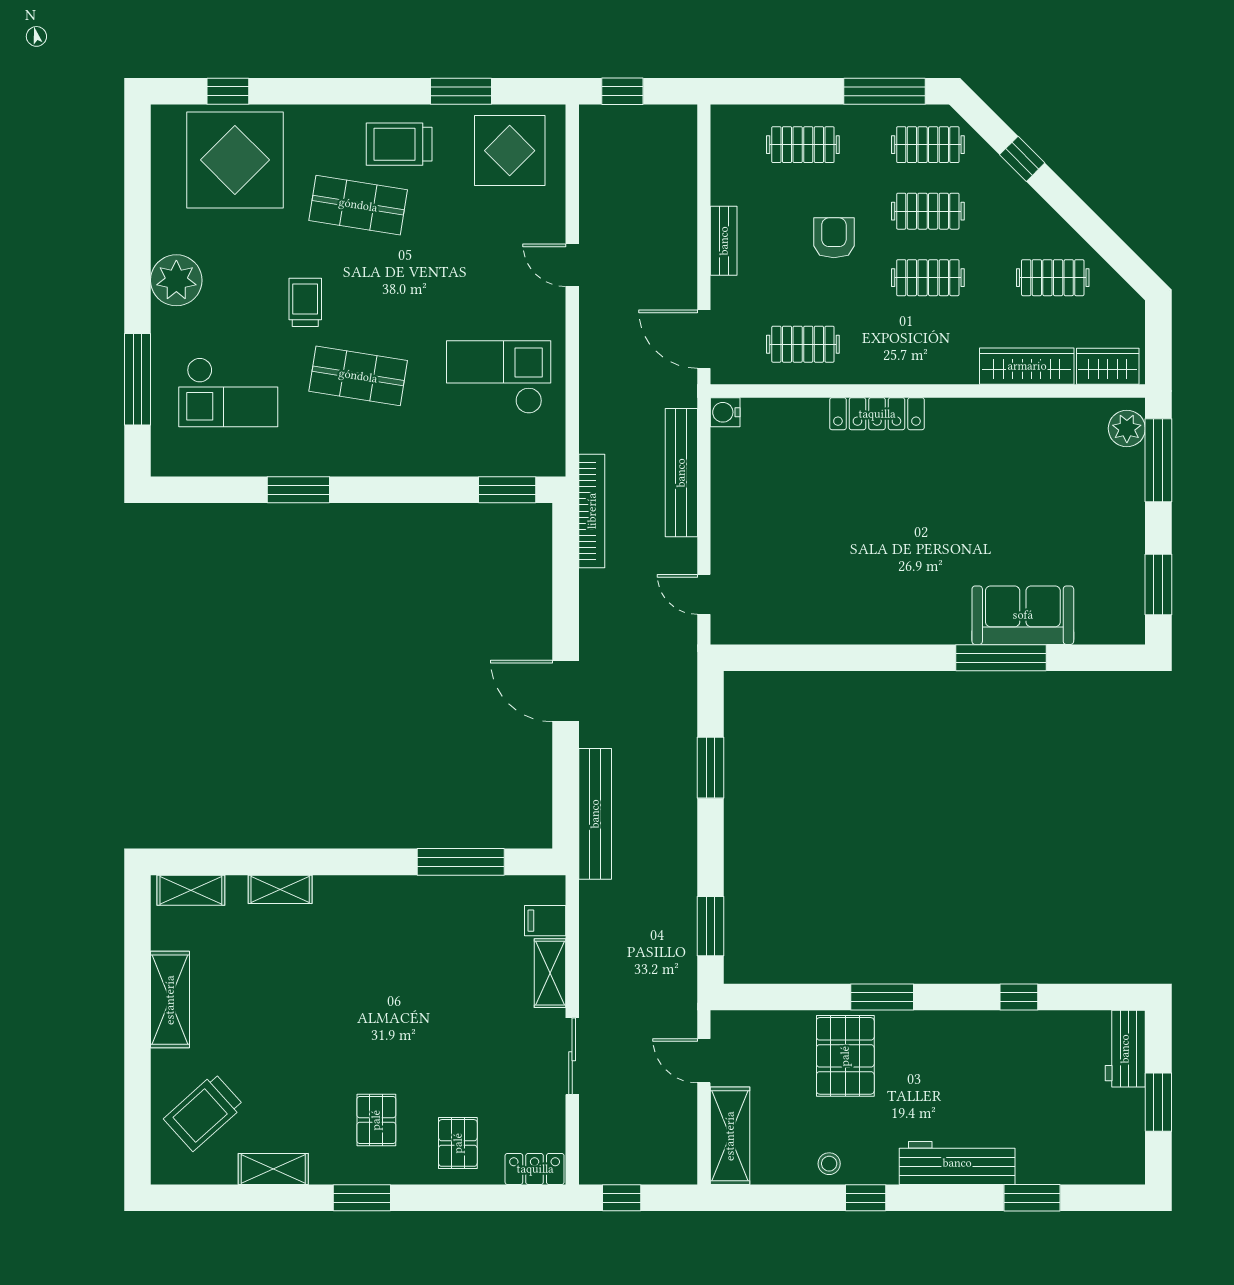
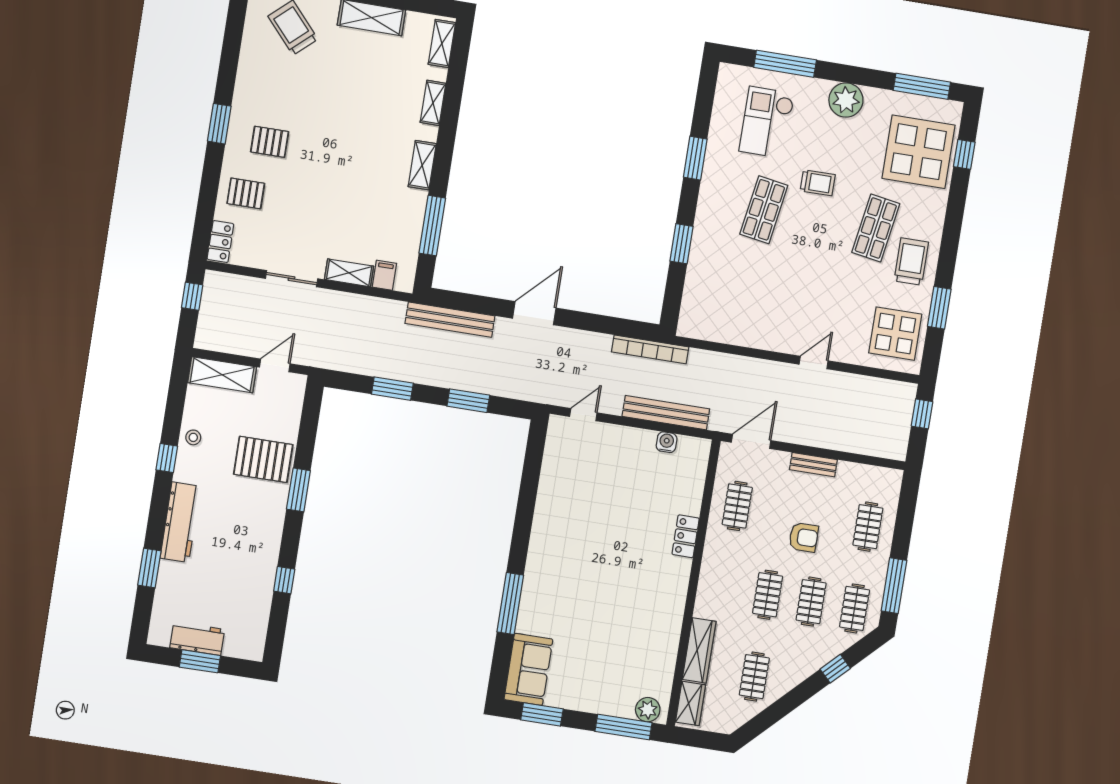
window: (137, 171) -> (922, 86), added
checkout: (499, 377) -> (748, 302), removed
water cooler: (725, 412) -> (667, 442), moved
locker: (877, 414) -> (686, 536), width x0.66
window: (507, 490) -> (681, 244), moved
sofa: (1023, 615) -> (528, 669), moved
window: (710, 926) -> (392, 389), moved
workbench: (1125, 1049) -> (197, 639), moved
shelving: (273, 1169) -> (422, 165), moved

